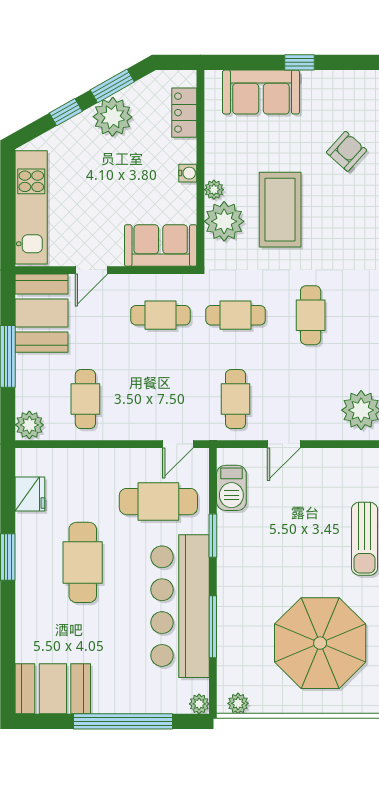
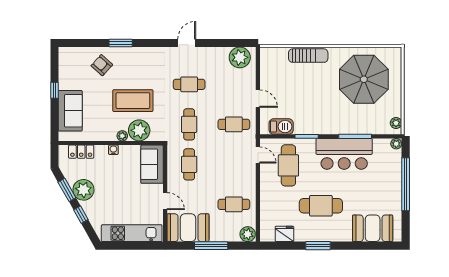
bar counter: (180, 606) -> (344, 154), width x0.73
booth: (53, 689) -> (373, 228), moved, turned 90

